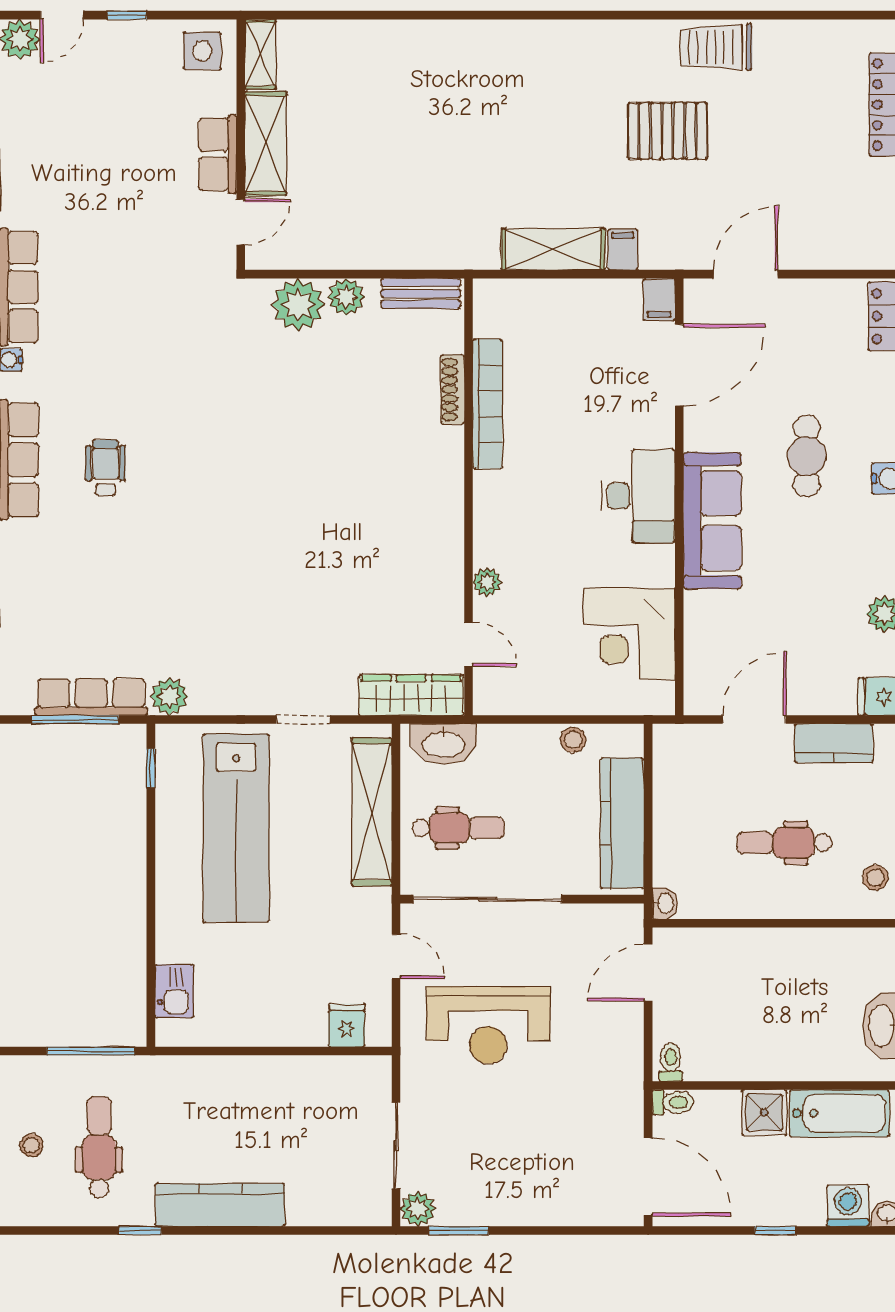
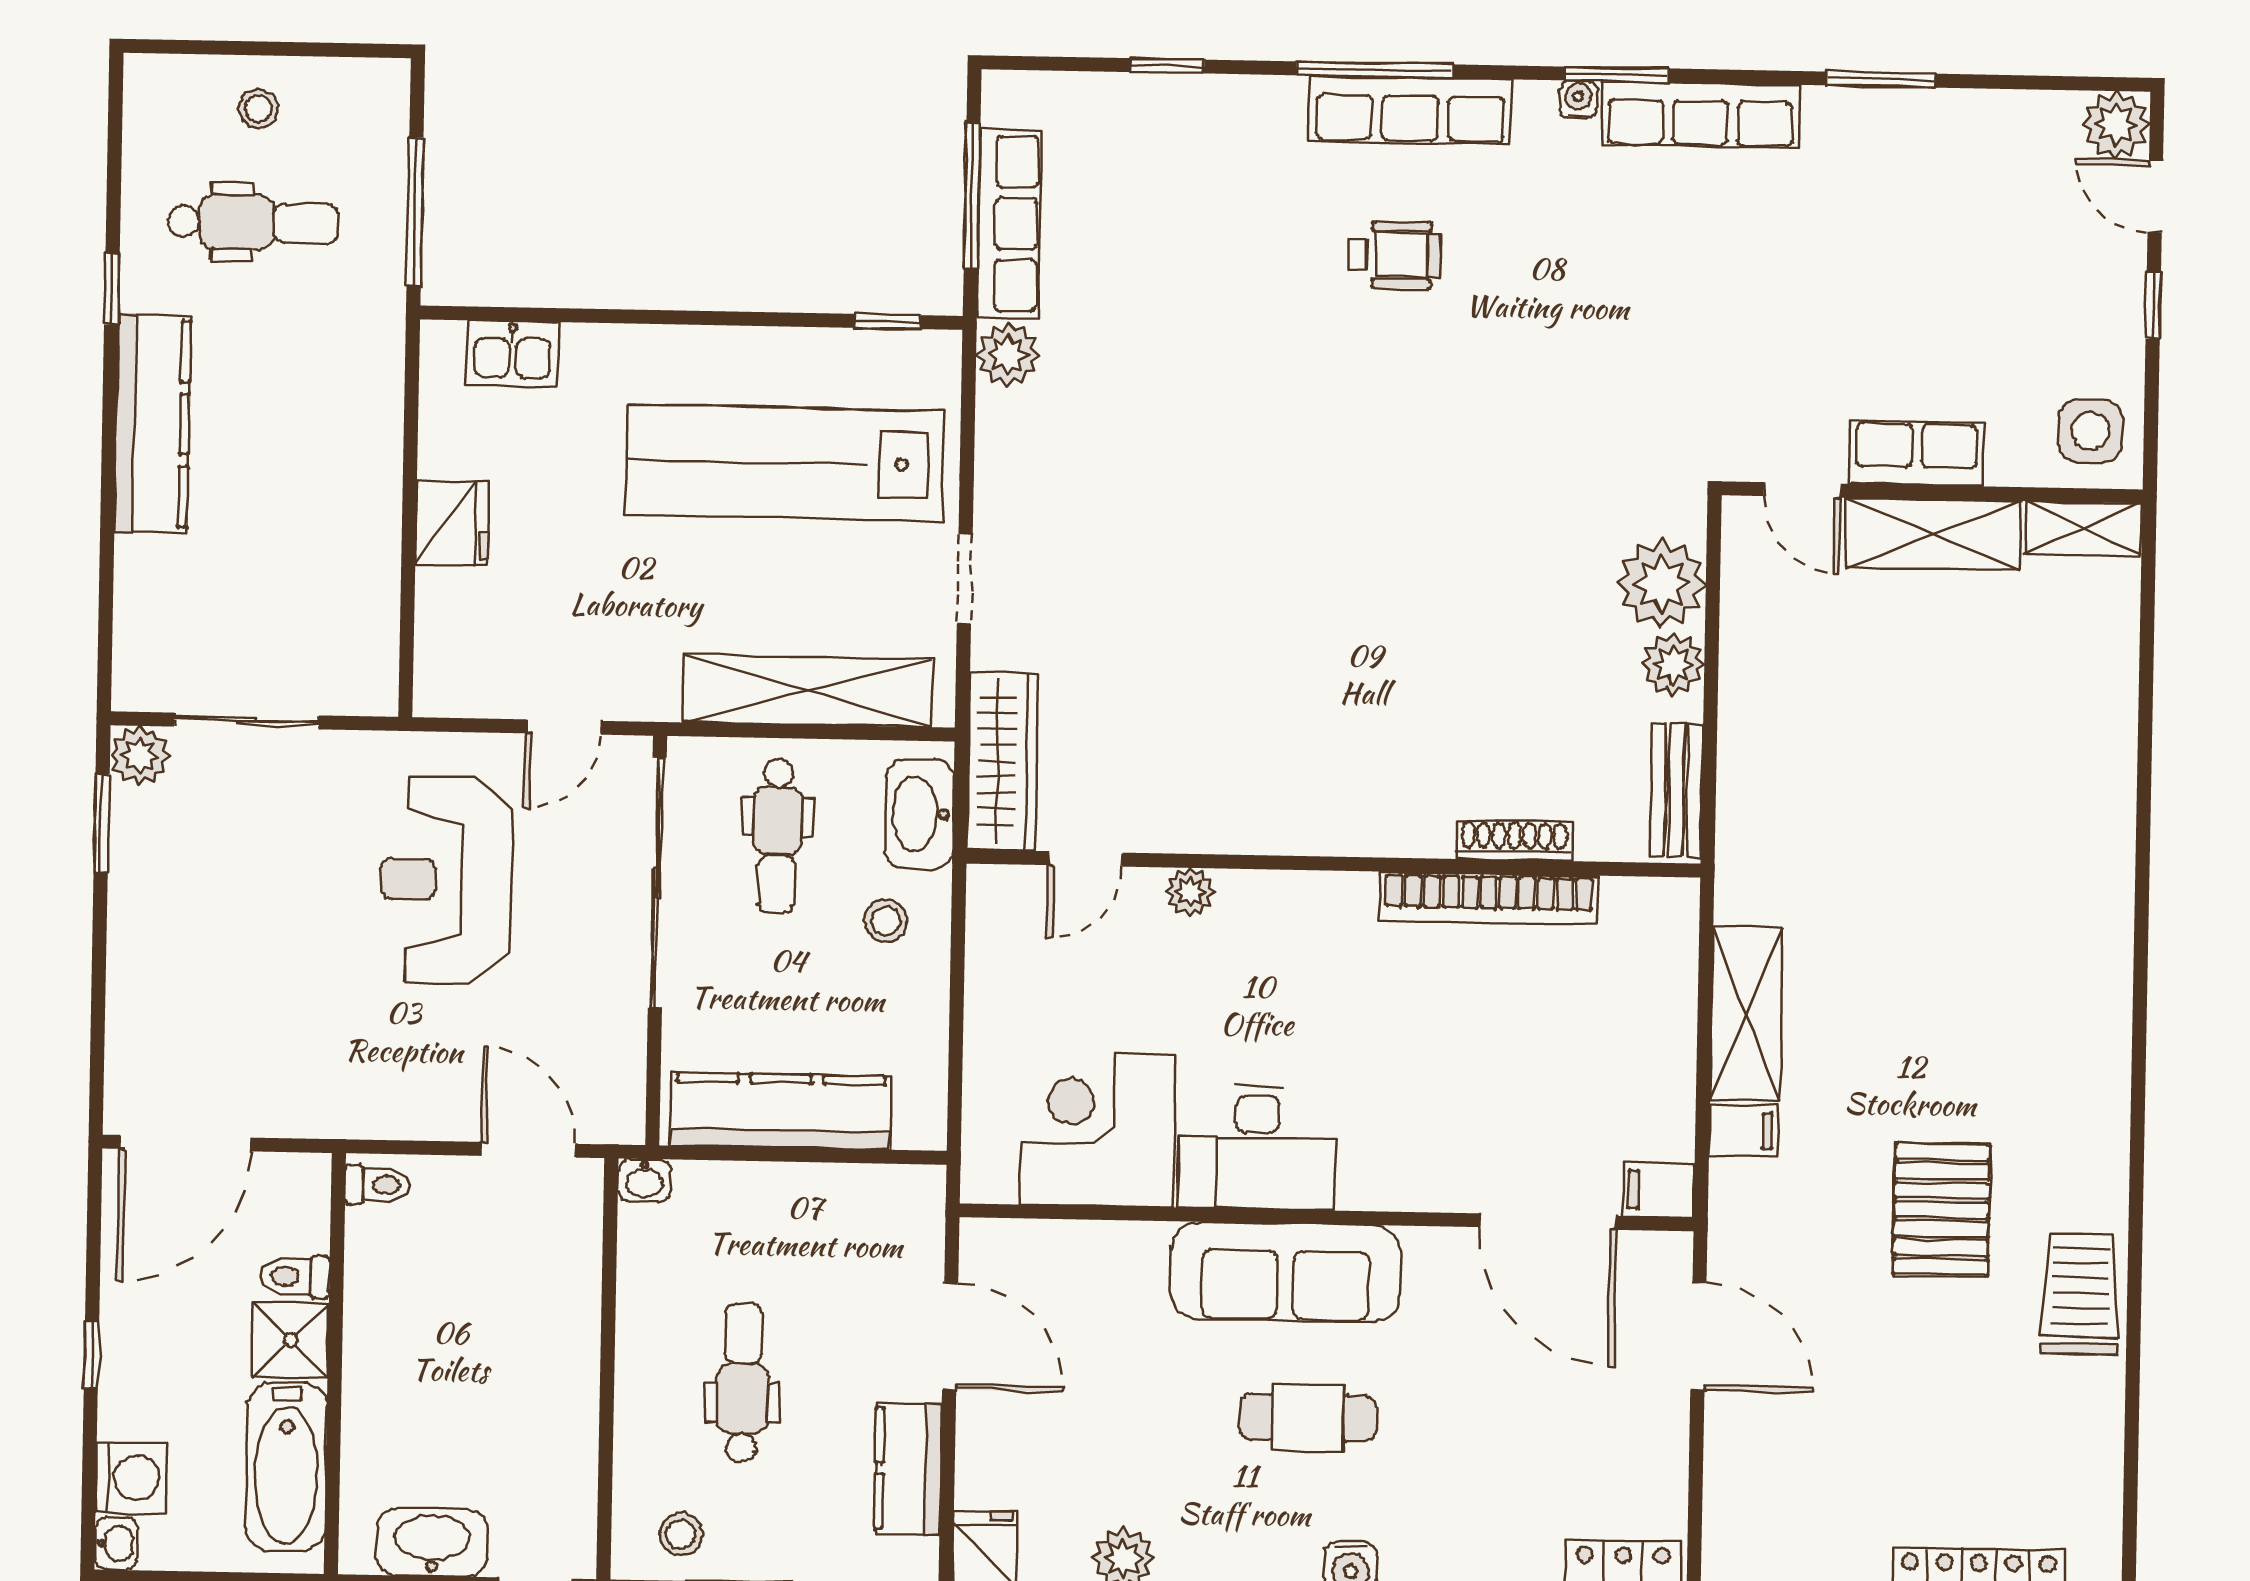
cafe table: (807, 456) -> (1308, 1418), moved
desk: (638, 496) -> (1257, 1147), moved
stool: (573, 740) -> (886, 921), moved
fridge: (347, 1025) -> (452, 523), moved, width x1.38
toilet: (673, 1102) -> (295, 1276), moved, turned 90

